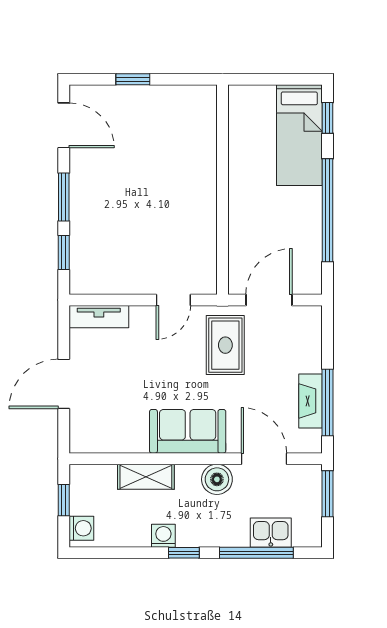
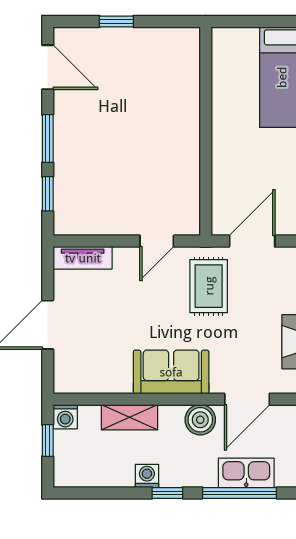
door: (264, 459) -> (247, 399), swing flipped
washing machine: (81, 528) -> (65, 417), moved, turned 90
kitchen sink: (271, 533) -> (246, 473), width x1.38

